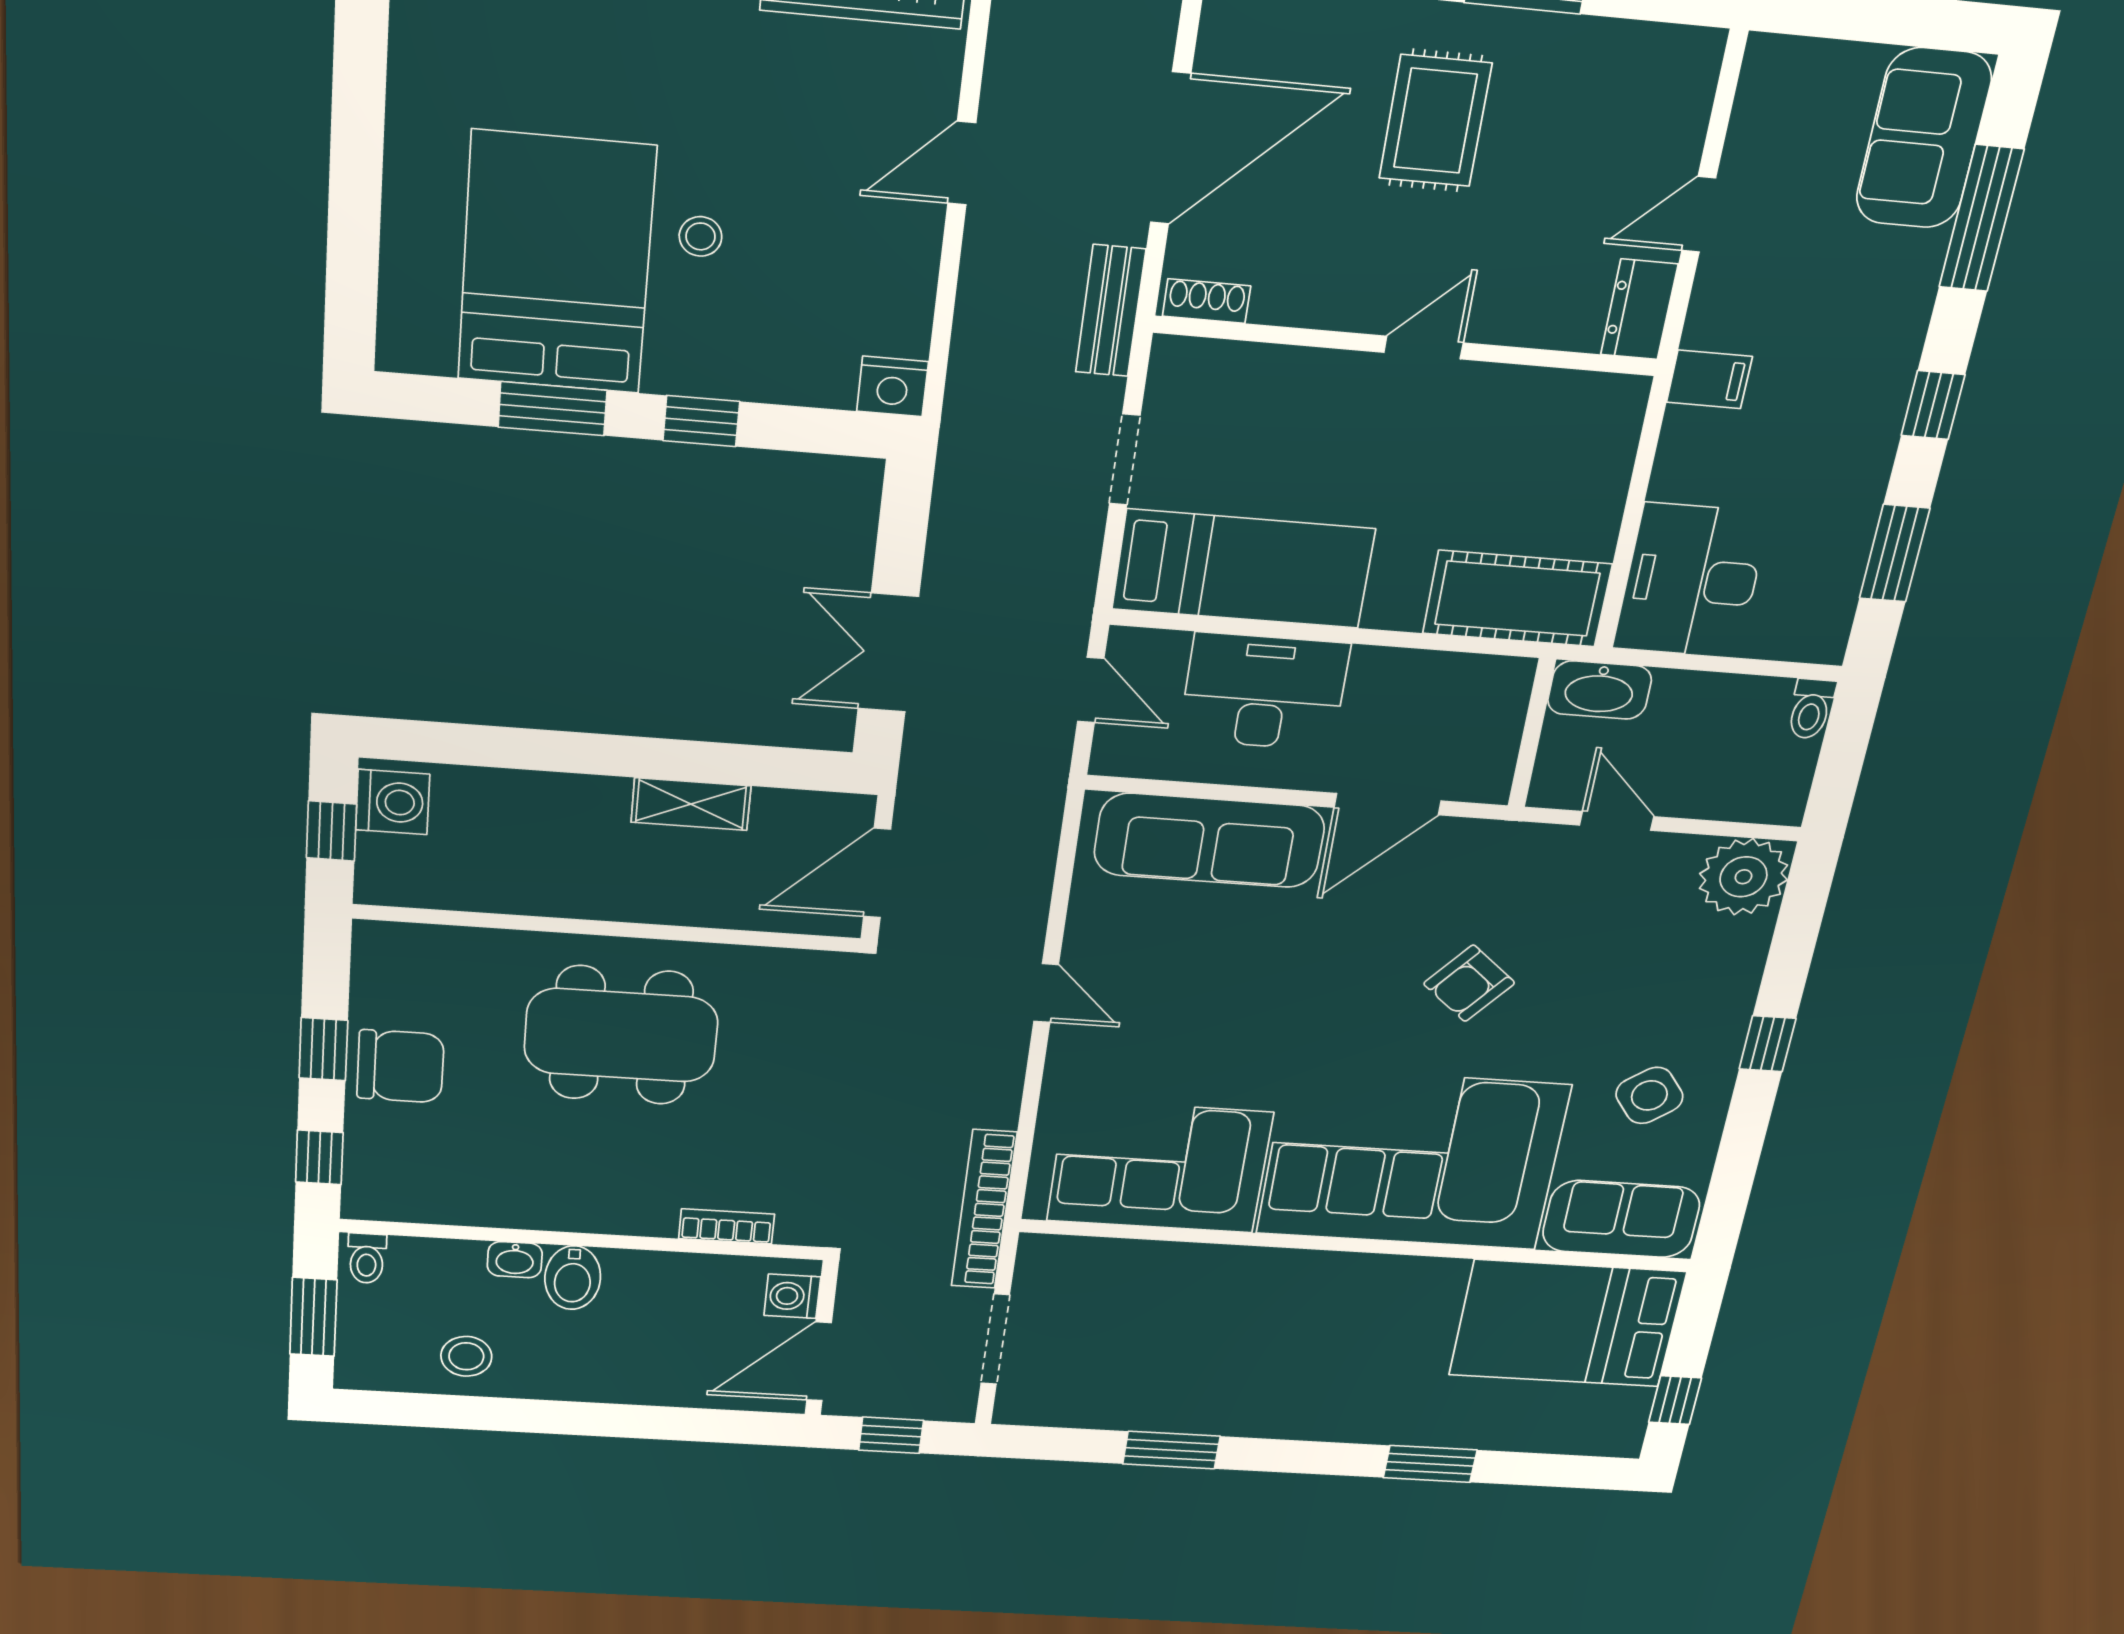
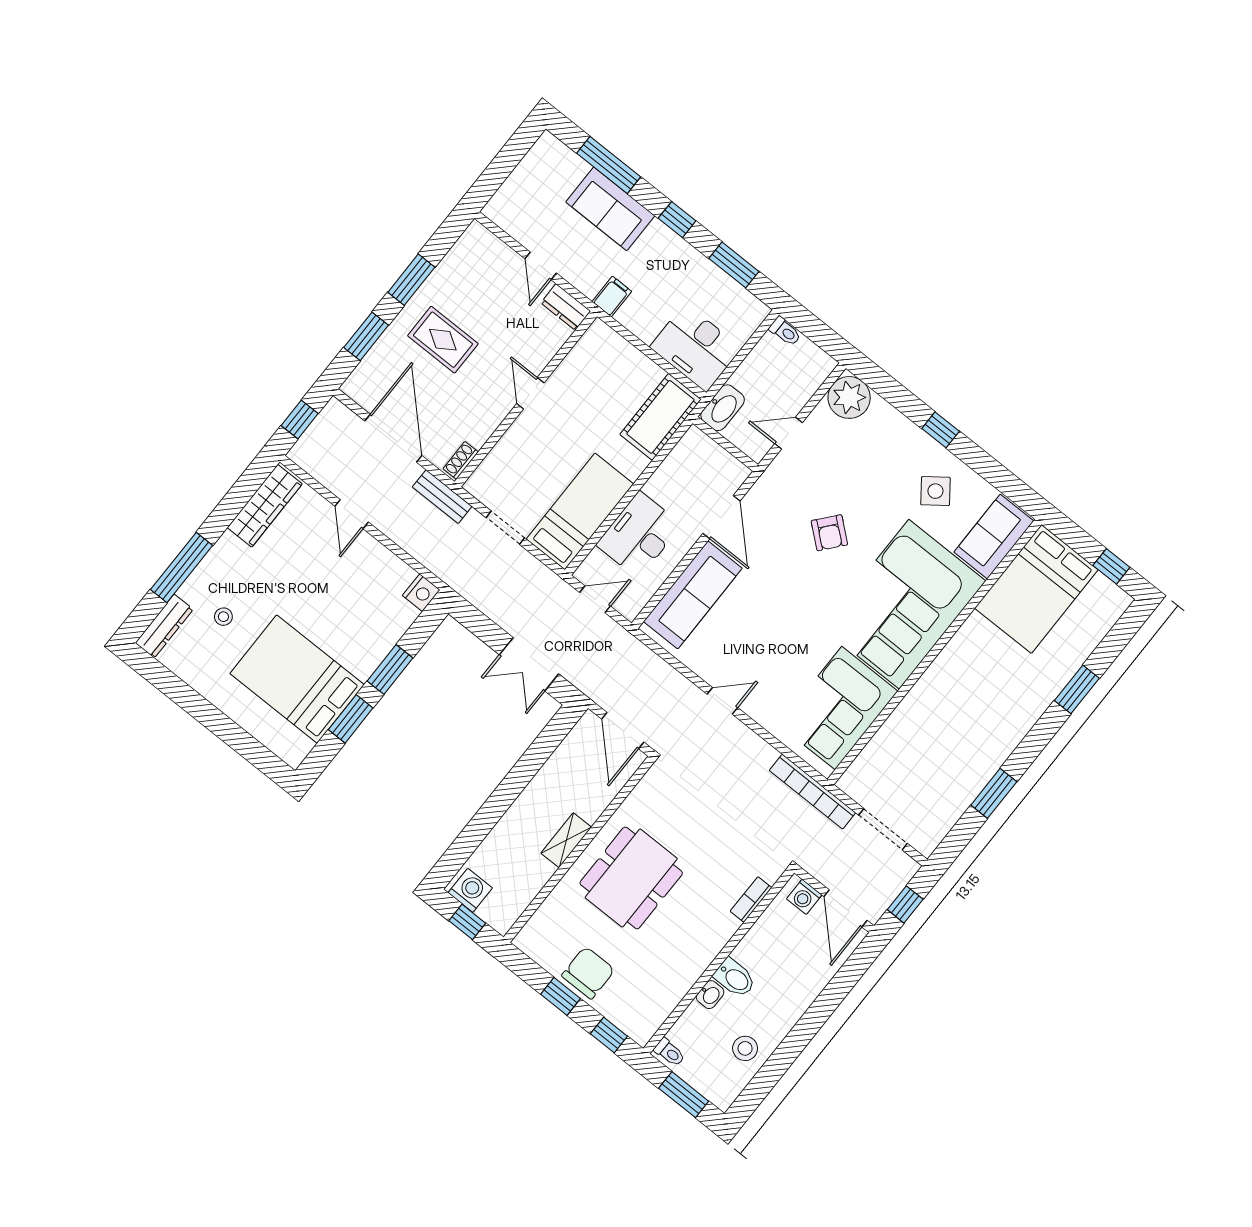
sofa: (1924, 138) -> (610, 209), moved
stool: (700, 236) -> (223, 617), moved
window: (701, 421) -> (390, 670), width x1.50
shelving: (691, 804) -> (566, 840), moved

